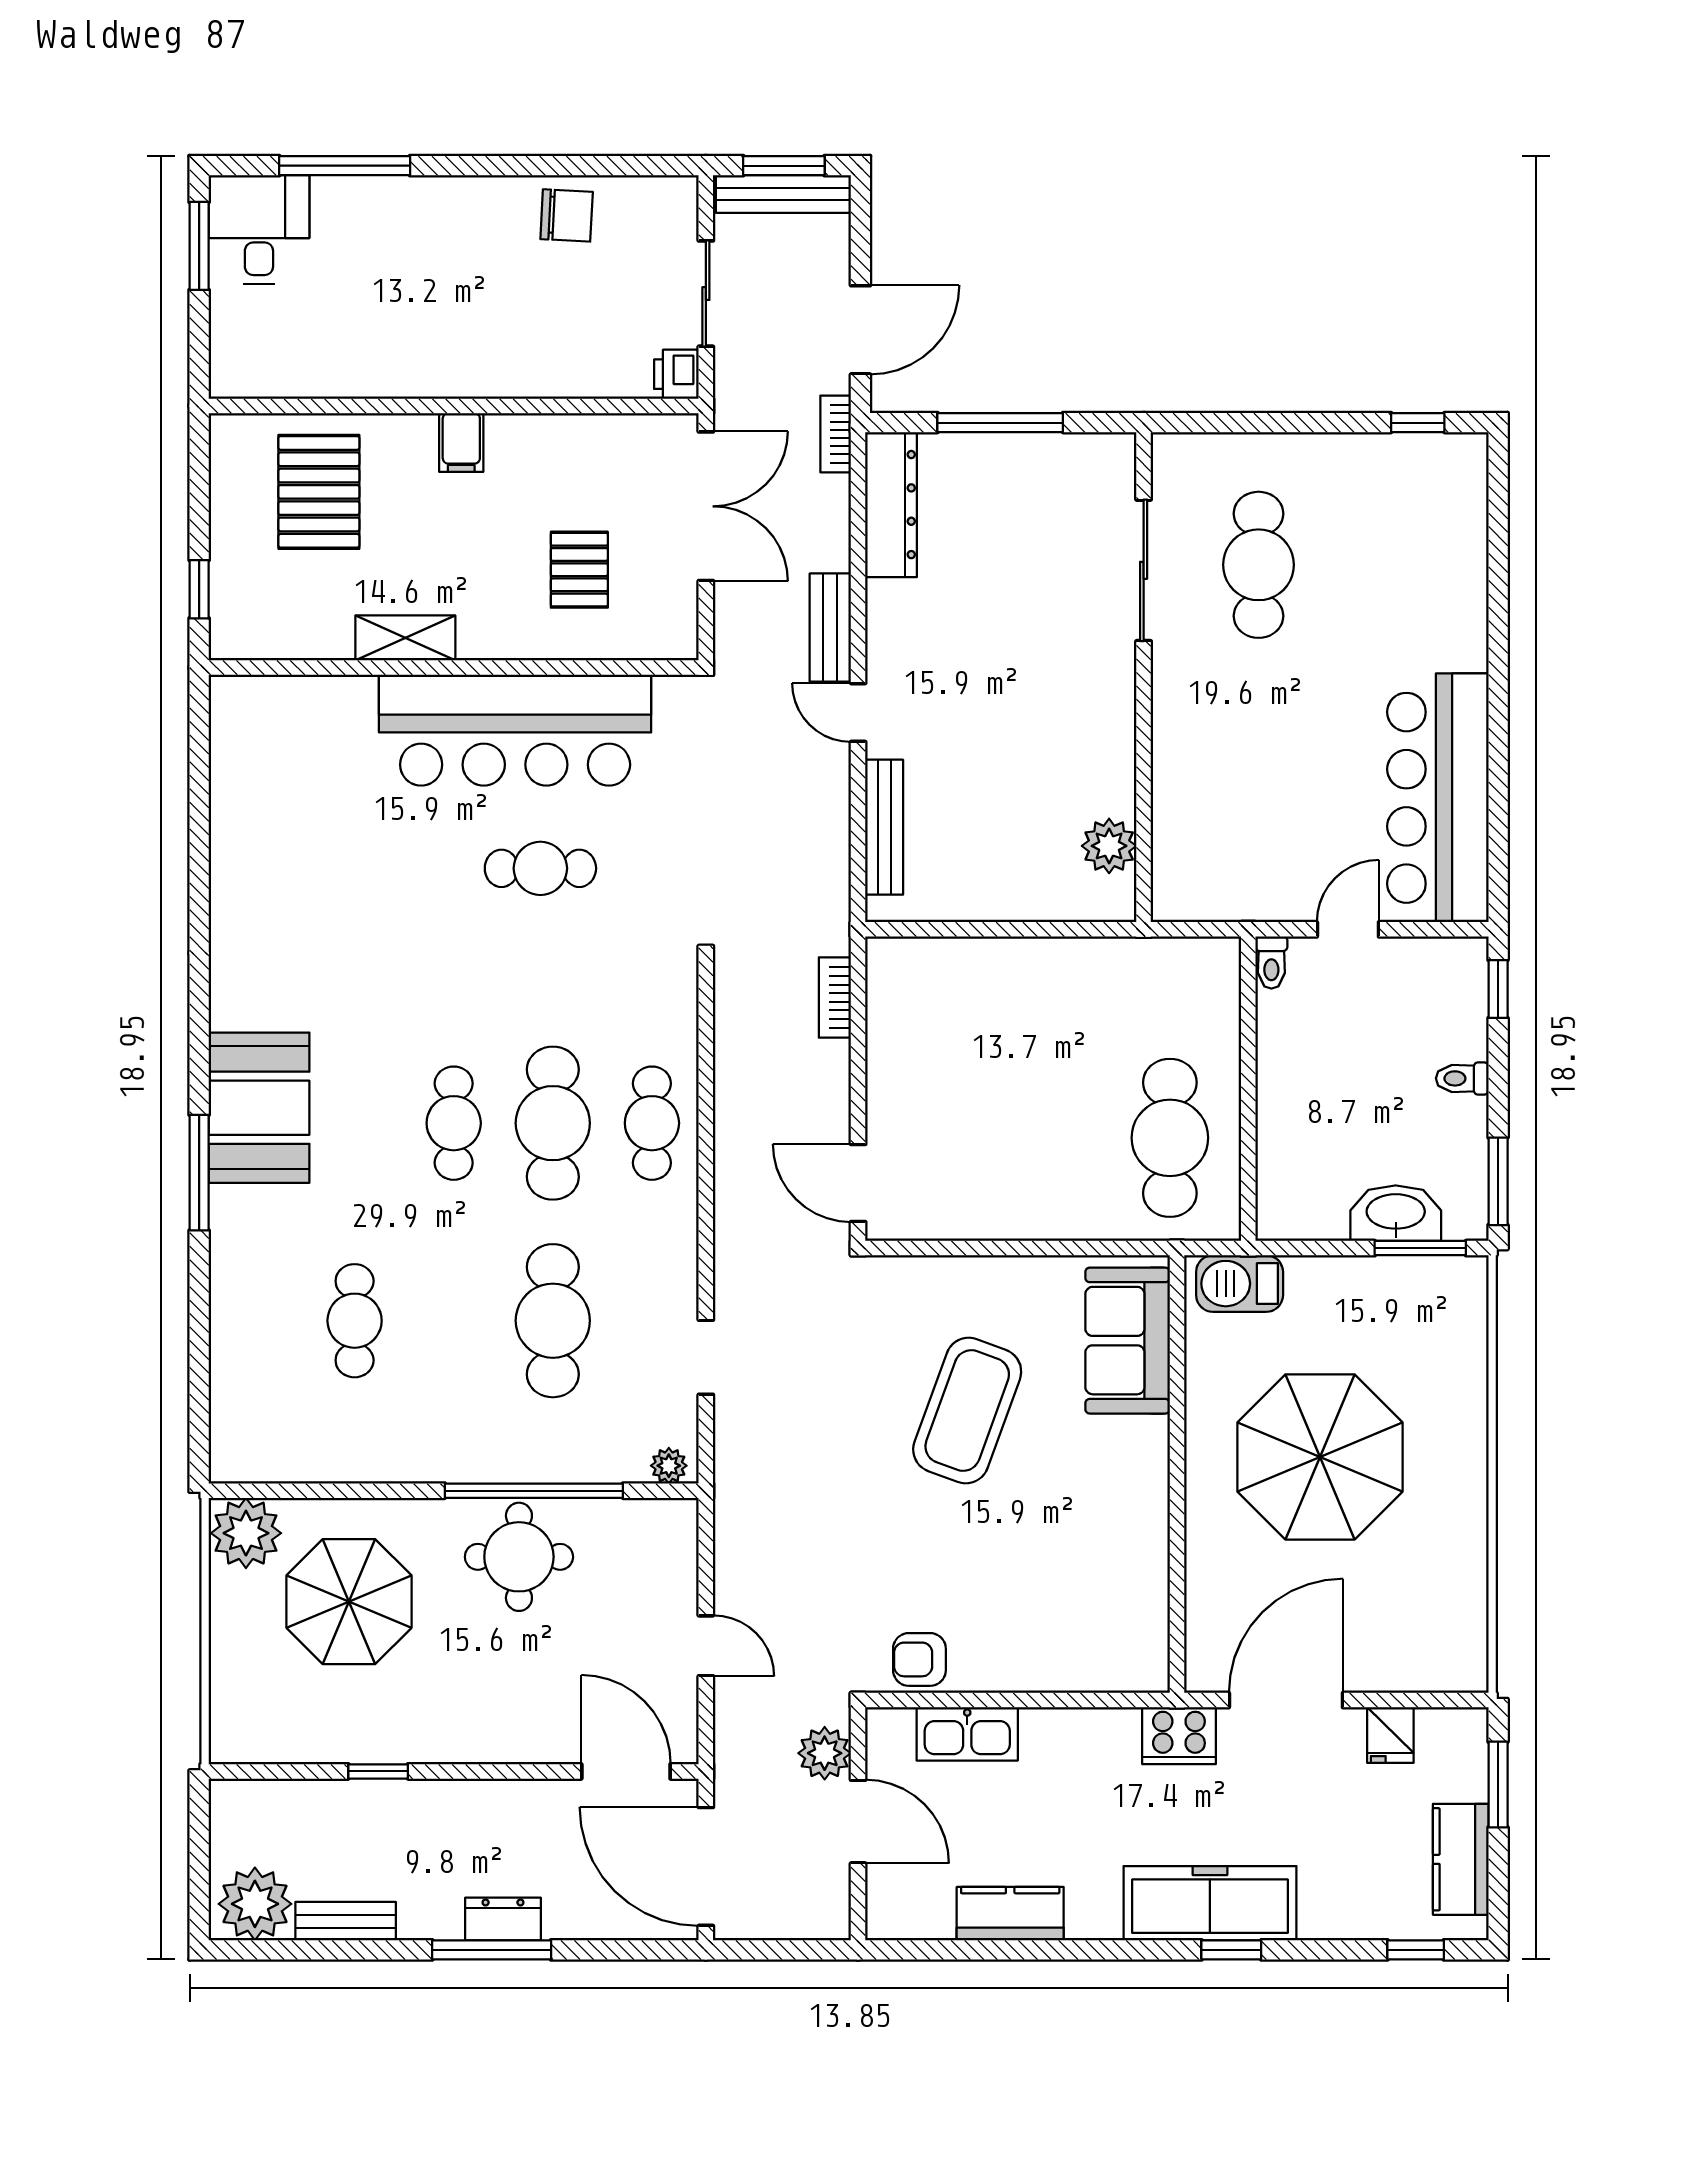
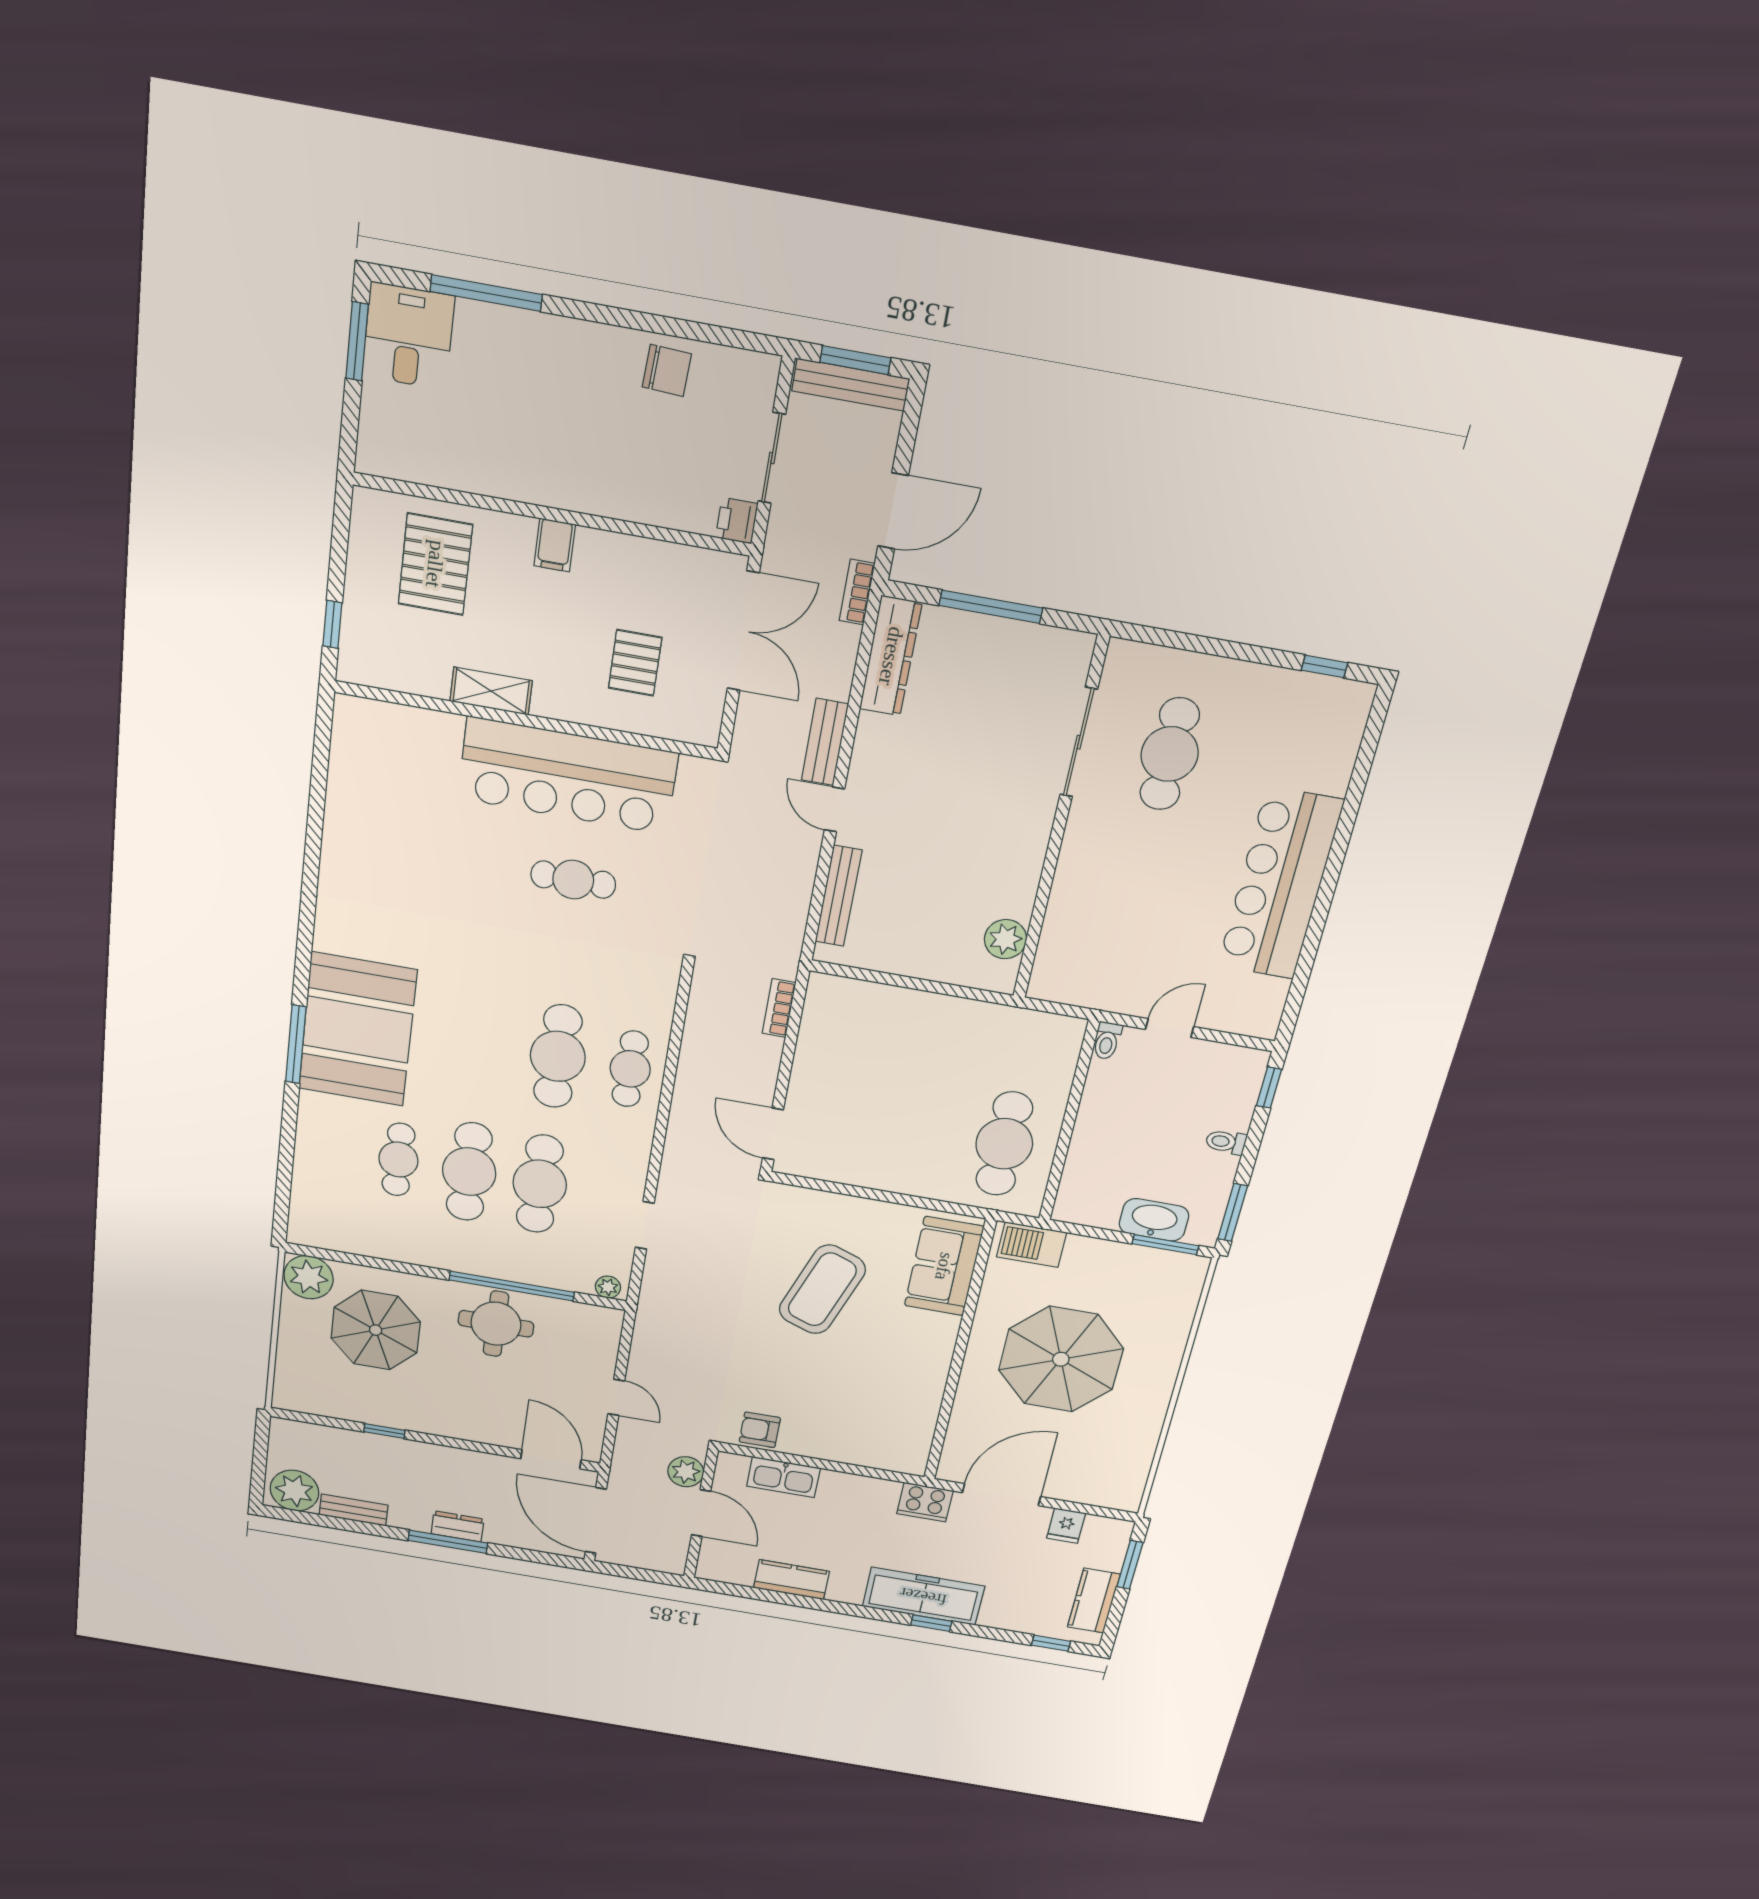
bar counter: (1438, 798) -> (1280, 884), moved
booth: (259, 1108) -> (358, 1030), width x1.36, depth x1.42
cafe table: (454, 1123) -> (469, 1172), moved, width x1.37, depth x1.35

